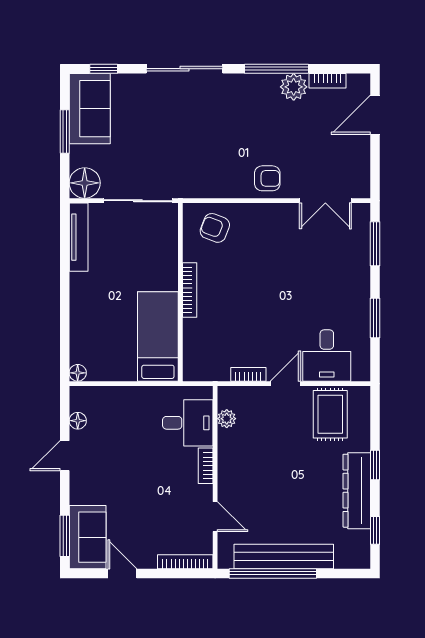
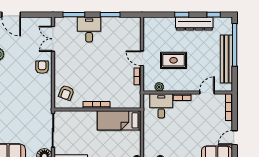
double door: (325, 201) -> (53, 39), swing flipped
desk: (327, 356) -> (89, 29), moved, turned -90
rug: (330, 414) -> (174, 60), moved
window: (273, 573) -> (235, 45), moved

